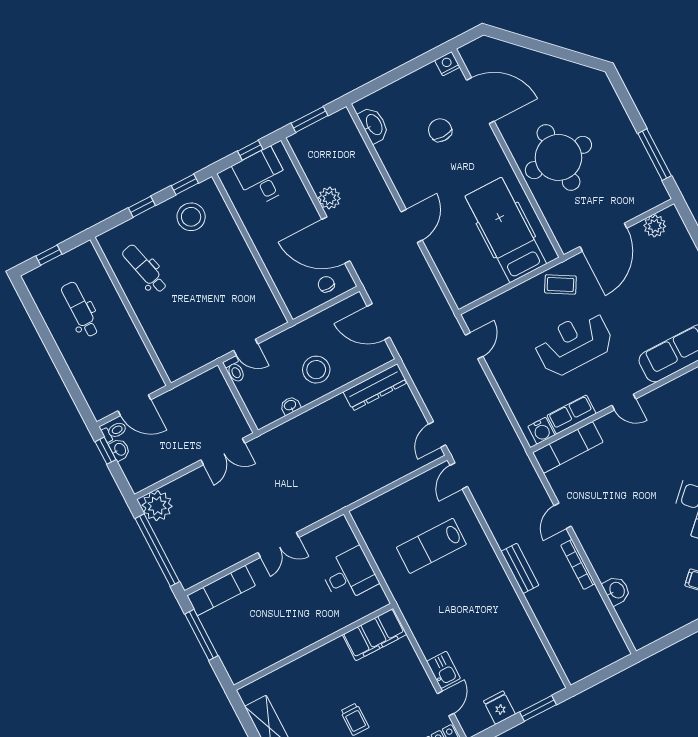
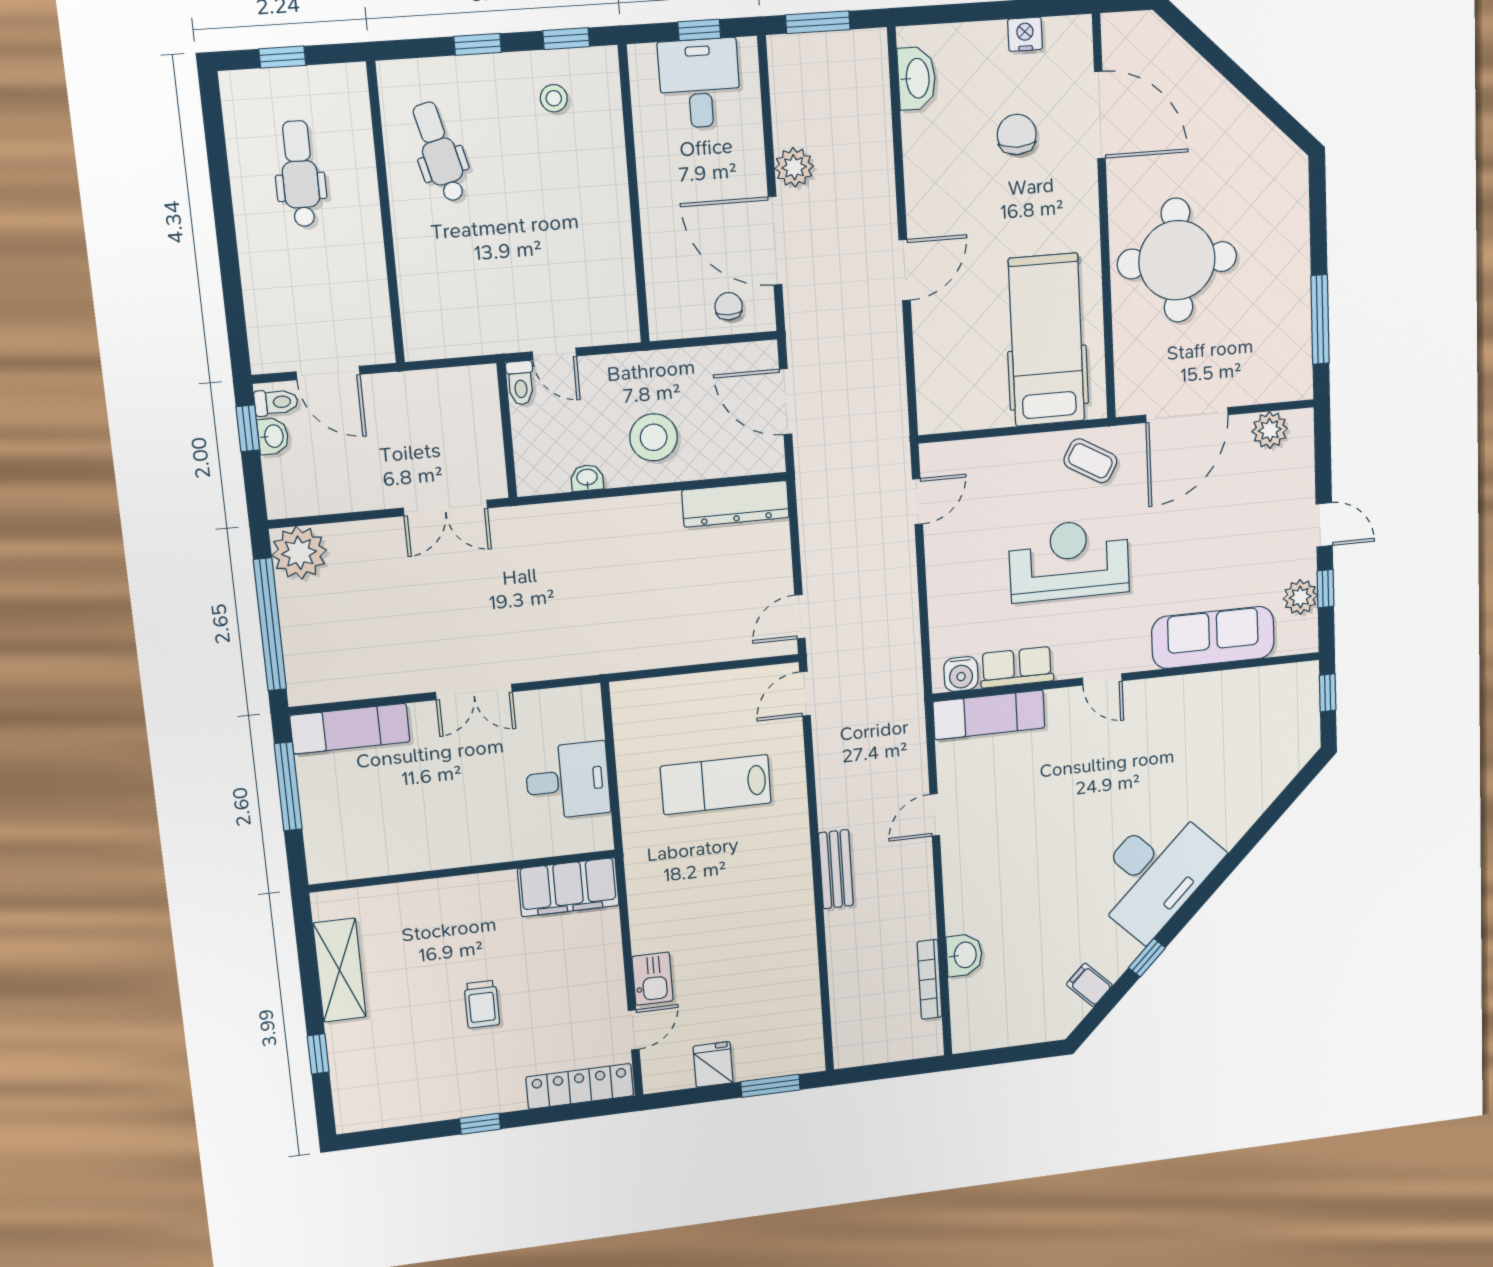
nightstand: (447, 64) -> (1025, 34), moved
stool: (191, 217) -> (554, 98), width x0.53, depth x0.53
bookcase: (578, 564) -> (930, 979), moved

